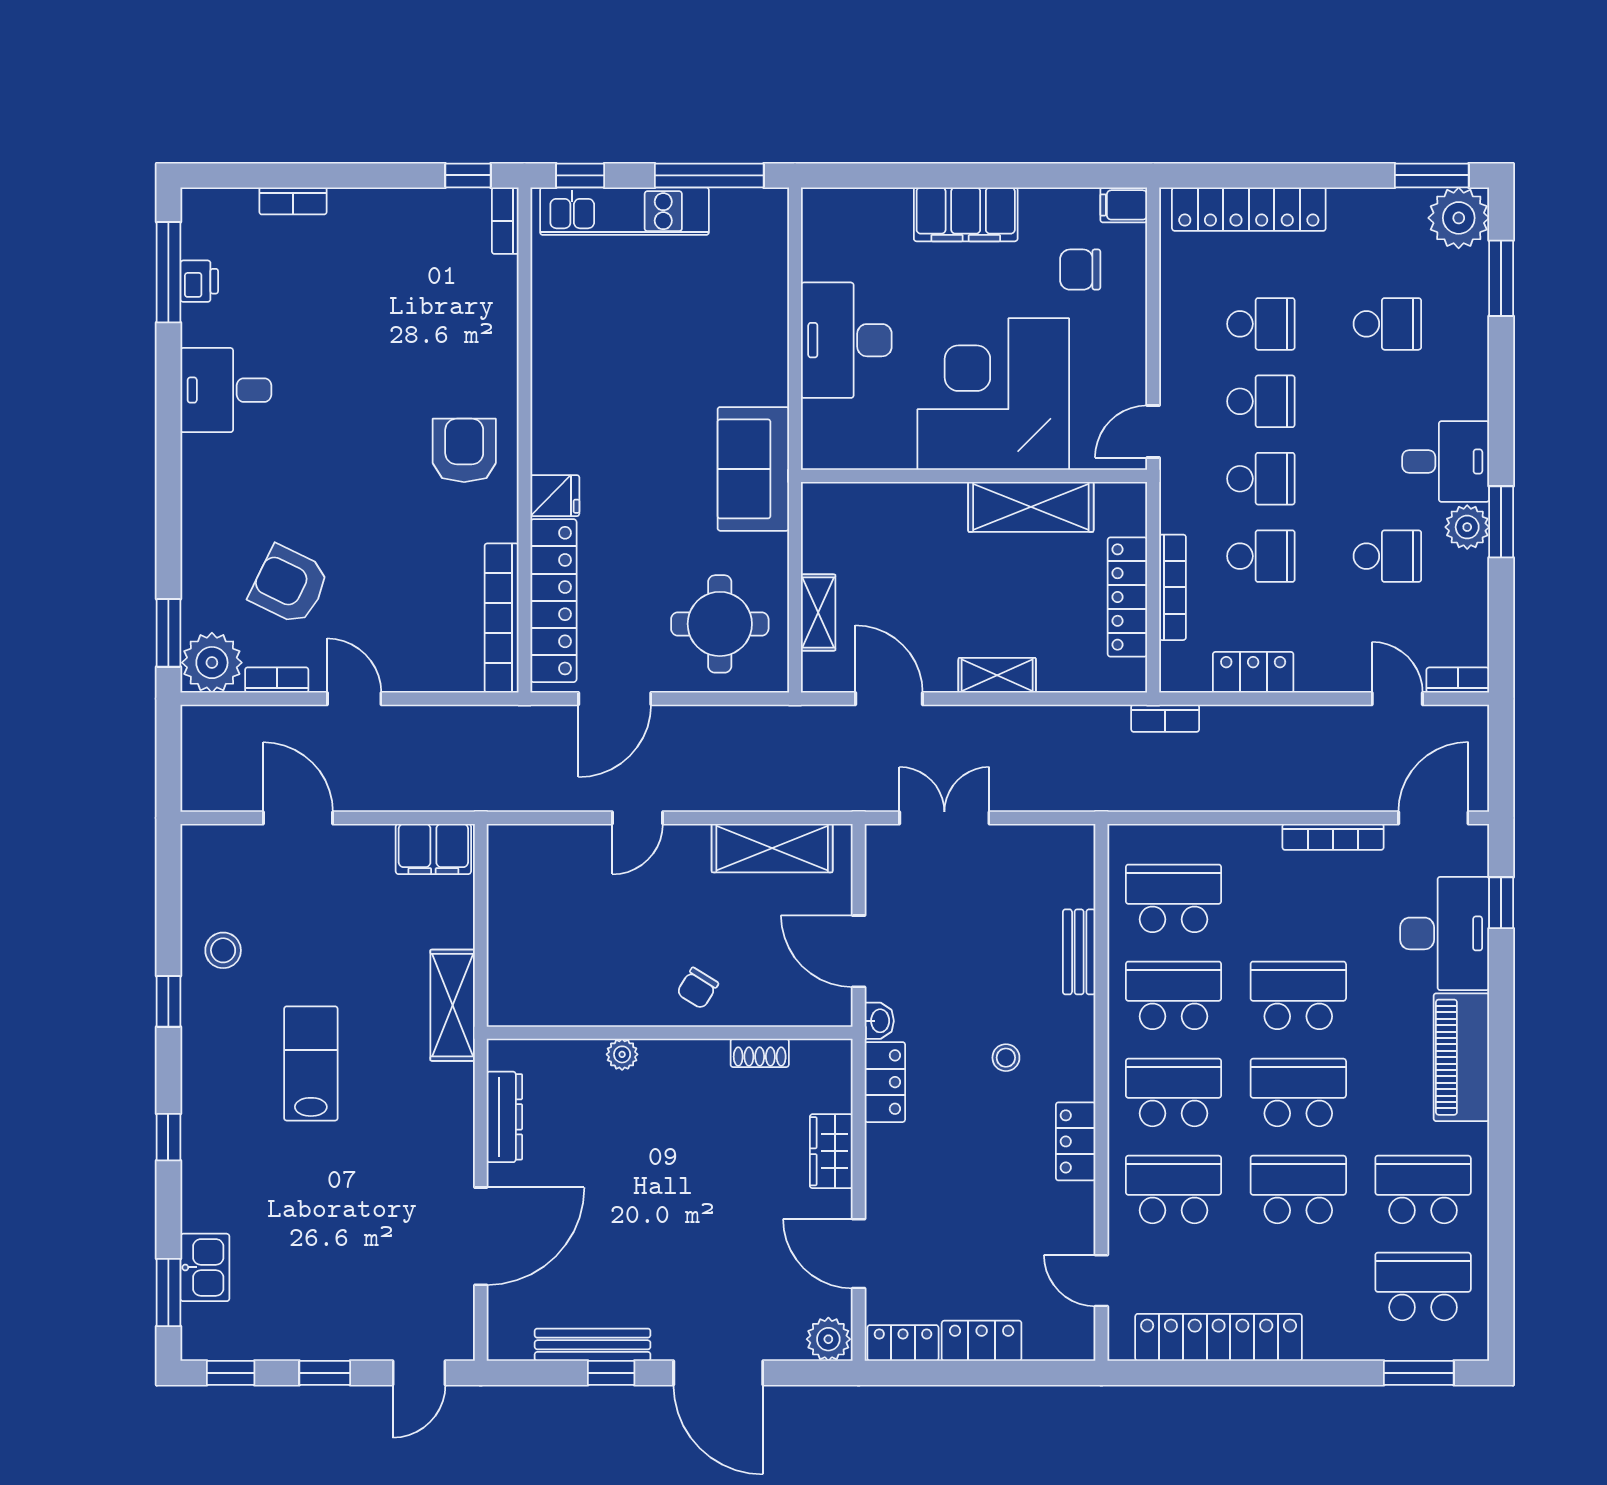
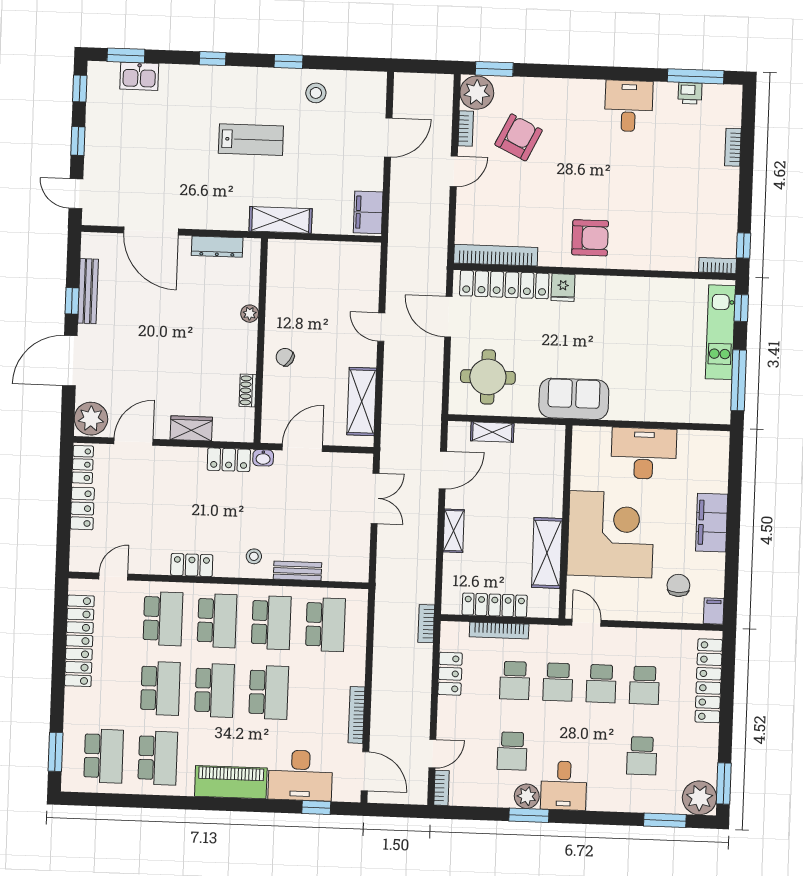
stool: (1006, 1058) -> (254, 556), moved
plant: (828, 1339) -> (91, 419), width x1.36, depth x1.36

